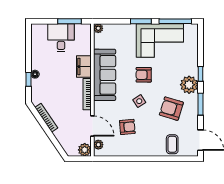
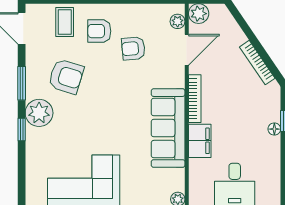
armchair: (144, 75) -> (99, 31), moved, turned 180
side table: (139, 101) -> (115, 88), removed
door: (92, 126) -> (187, 50), swing flipped

